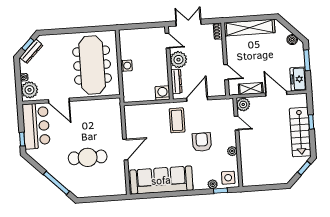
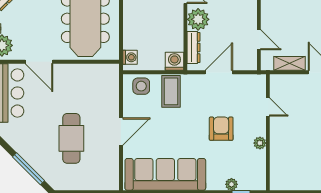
washing machine: (126, 66) -> (130, 57), moved
plant: (243, 104) -> (278, 83), removed
coffee table: (177, 120) -> (171, 91), moved
cafe table: (88, 157) -> (71, 138), turned 90
side table: (228, 178) -> (141, 86), moved

